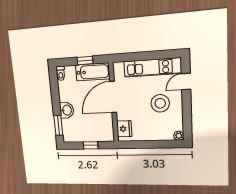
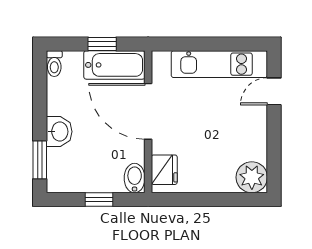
door: (113, 97) -> (148, 111), hinge flipped
stool: (160, 103) -> (230, 126), removed
bidet: (108, 134) -> (135, 178), added
plant: (179, 136) -> (252, 177), width x1.88, depth x1.88

